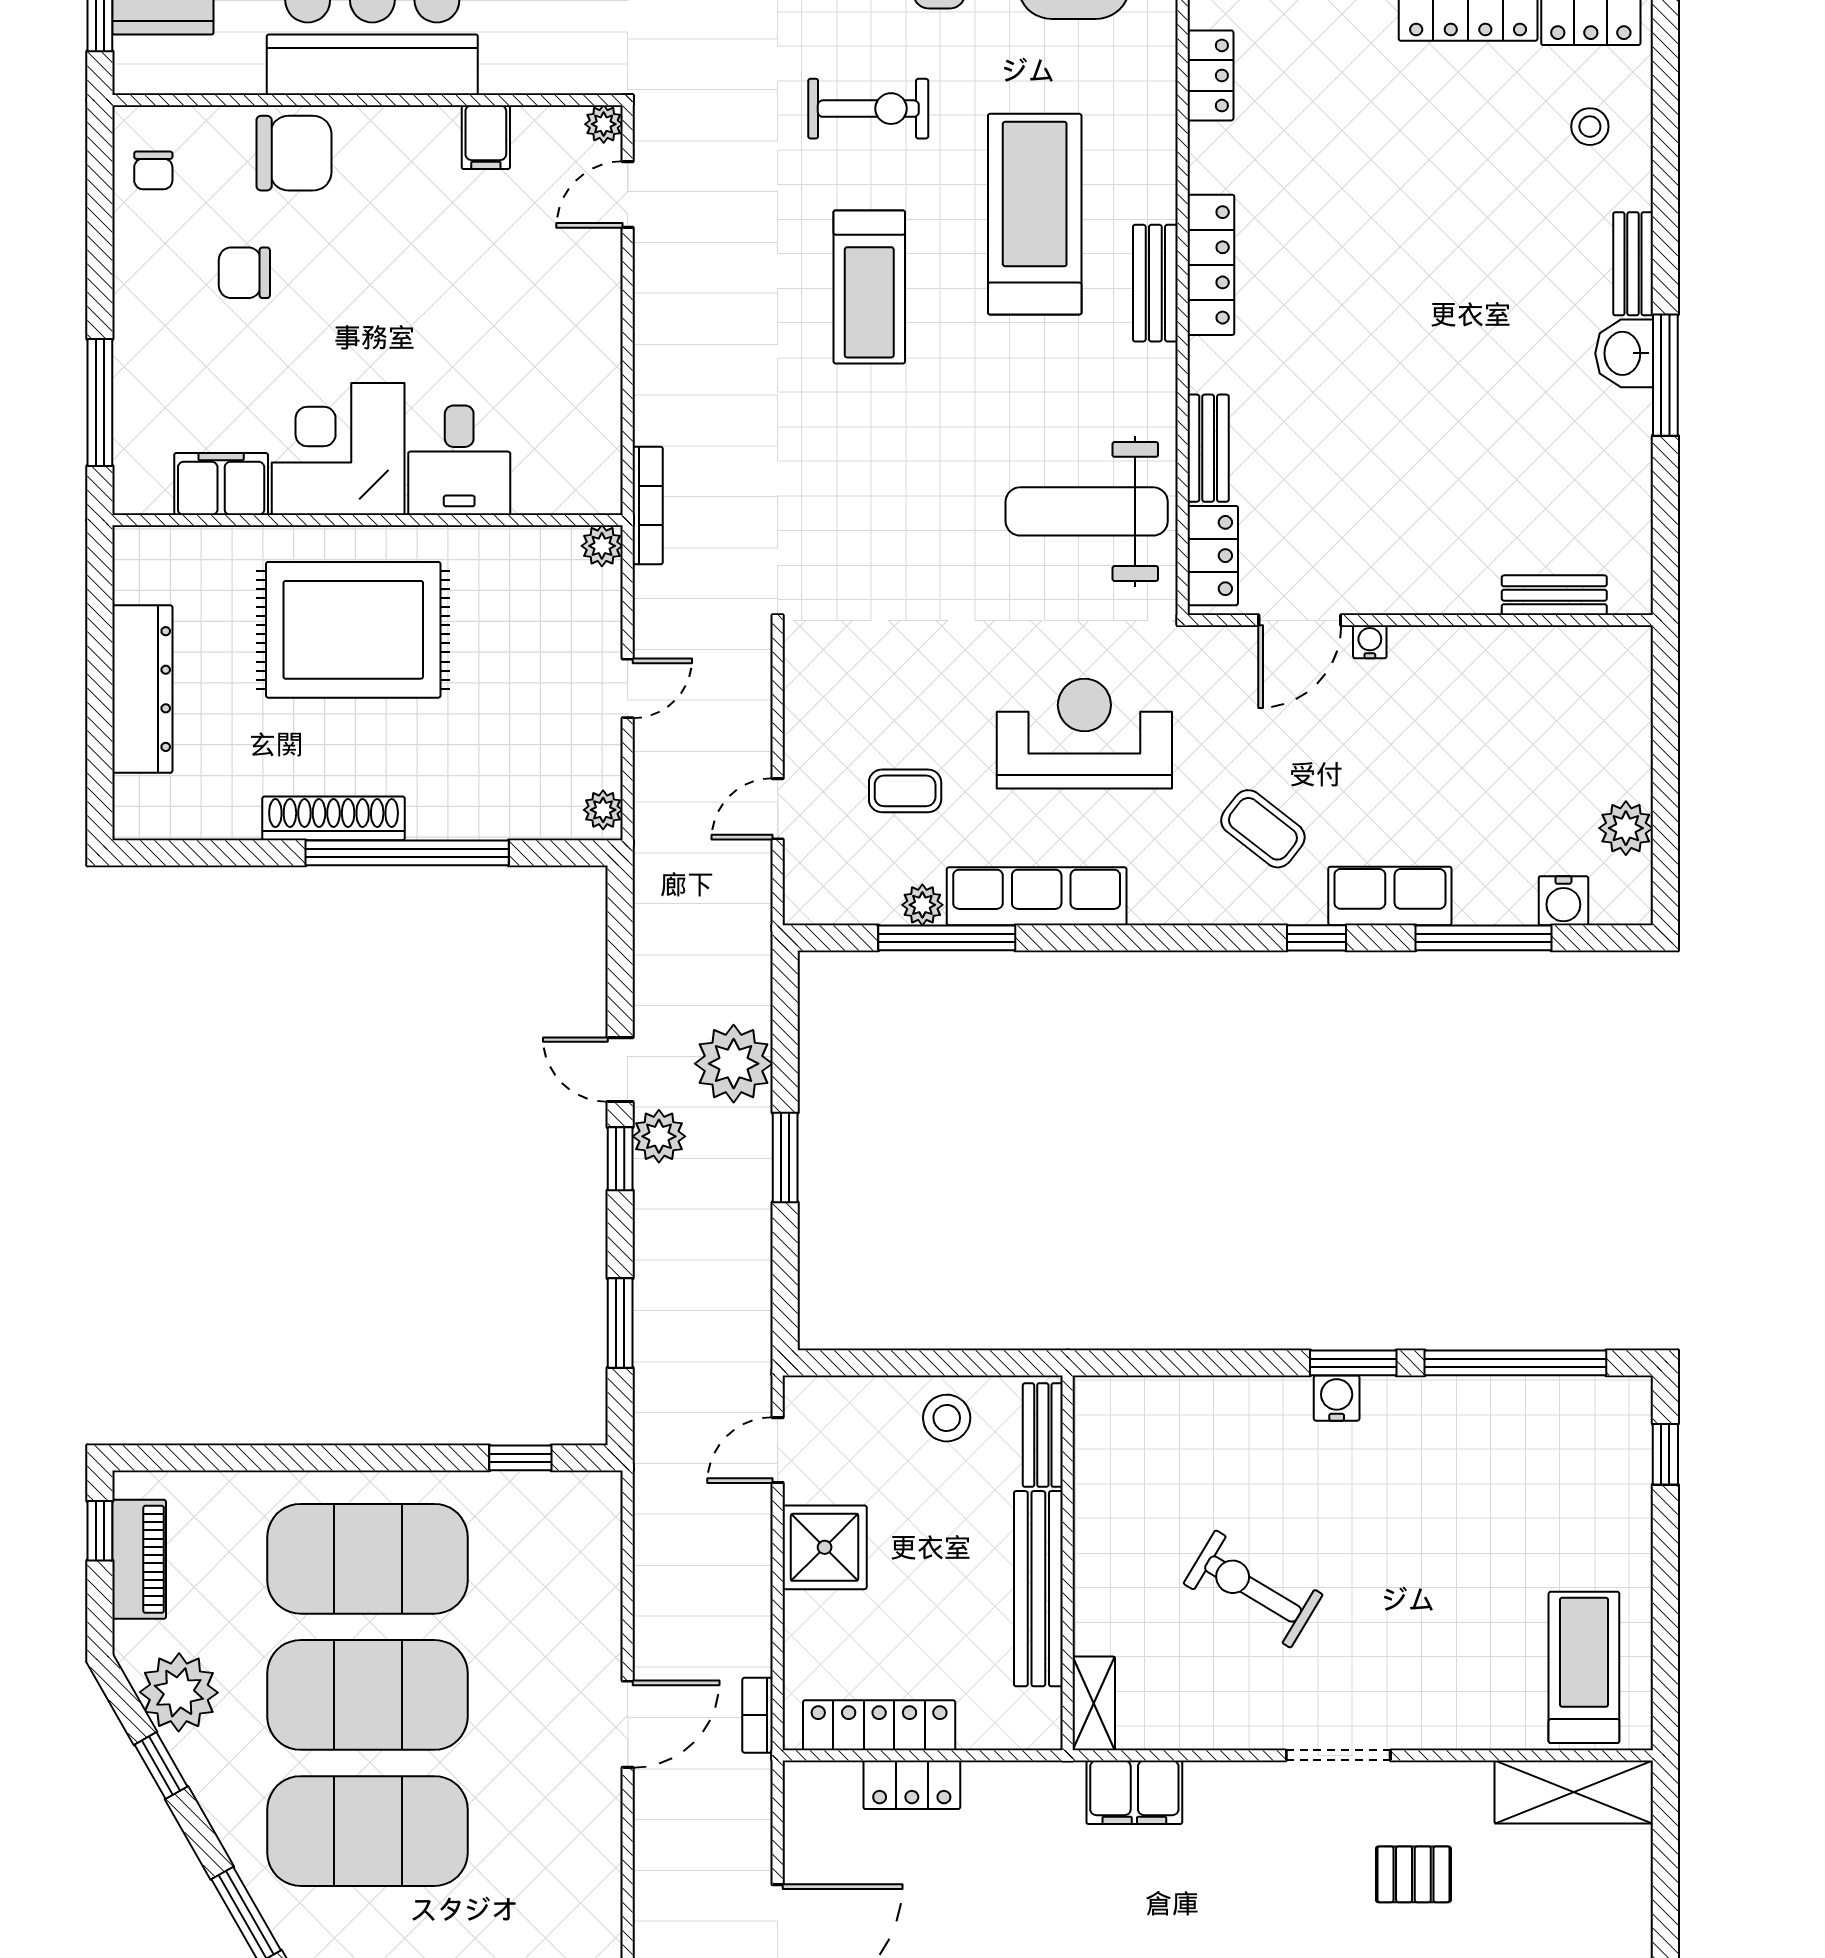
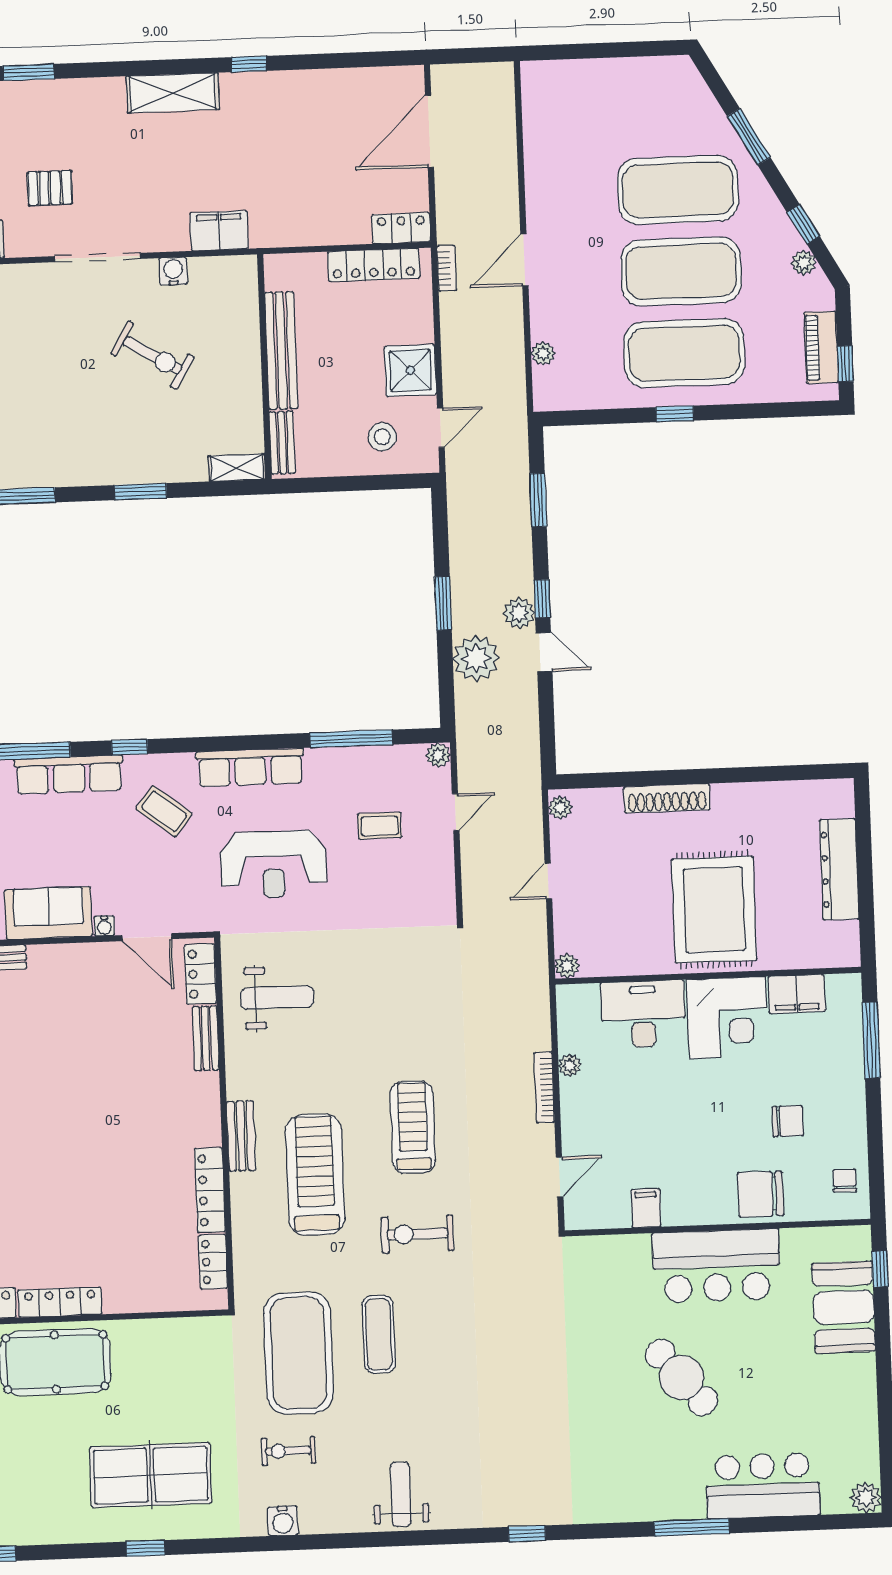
plant: (604, 124) -> (570, 1065), moved
treadmill: (1035, 214) -> (315, 1175), turned 180
locker: (1211, 265) -> (210, 1190), moved
desk: (459, 460) -> (643, 1014), width x1.37
bookcase: (648, 506) -> (544, 1087), moved
weight bench: (1087, 511) -> (277, 998), width x0.73, depth x0.75
door: (1300, 620) -> (147, 937), swing flipped
rug: (353, 630) -> (714, 910), turned 90
sofa: (1462, 667) -> (48, 913), added
shoe rack: (334, 818) -> (667, 798), moved
window: (407, 853) -> (677, 777), removed
row of seats: (1037, 896) -> (250, 768), moved
row of seats: (1390, 896) -> (69, 775), width x1.48
plant: (922, 905) -> (438, 755), moved
window: (1353, 1363) -> (140, 492), moved
water cooler: (1337, 1398) -> (173, 271), moved, turned 180
stool: (947, 1418) -> (382, 437), moved
window: (520, 1458) -> (675, 414), moved
plant: (603, 1567) -> (543, 353), added
plant: (179, 1692) -> (804, 263), width x0.53, depth x0.53
shelving: (1094, 1703) -> (237, 468), moved, turned 90
doorway: (1338, 1755) -> (98, 257), width x1.36
locker: (912, 1785) -> (401, 228), moved

